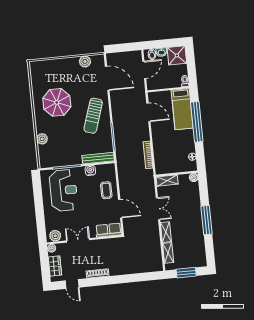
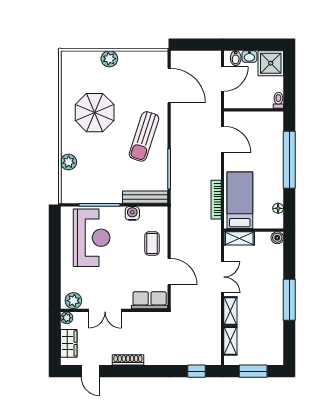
plant: (85, 61) -> (109, 59), moved
bed: (182, 109) -> (240, 200), moved, turned 180
double door: (78, 240) -> (105, 310), swing flipped
window: (146, 277) -> (197, 371), added

